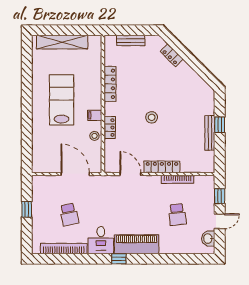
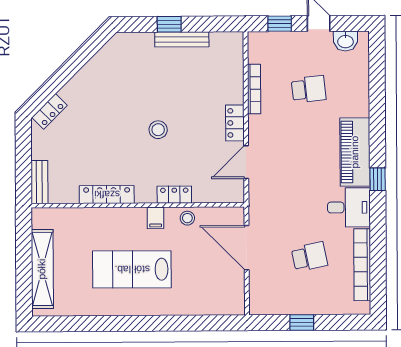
bench: (131, 40) -> (39, 182), moved
locker: (172, 55) -> (50, 111), moved
locker: (162, 167) -> (235, 123), width x0.66
door: (75, 174) -> (247, 248), hinge flipped

